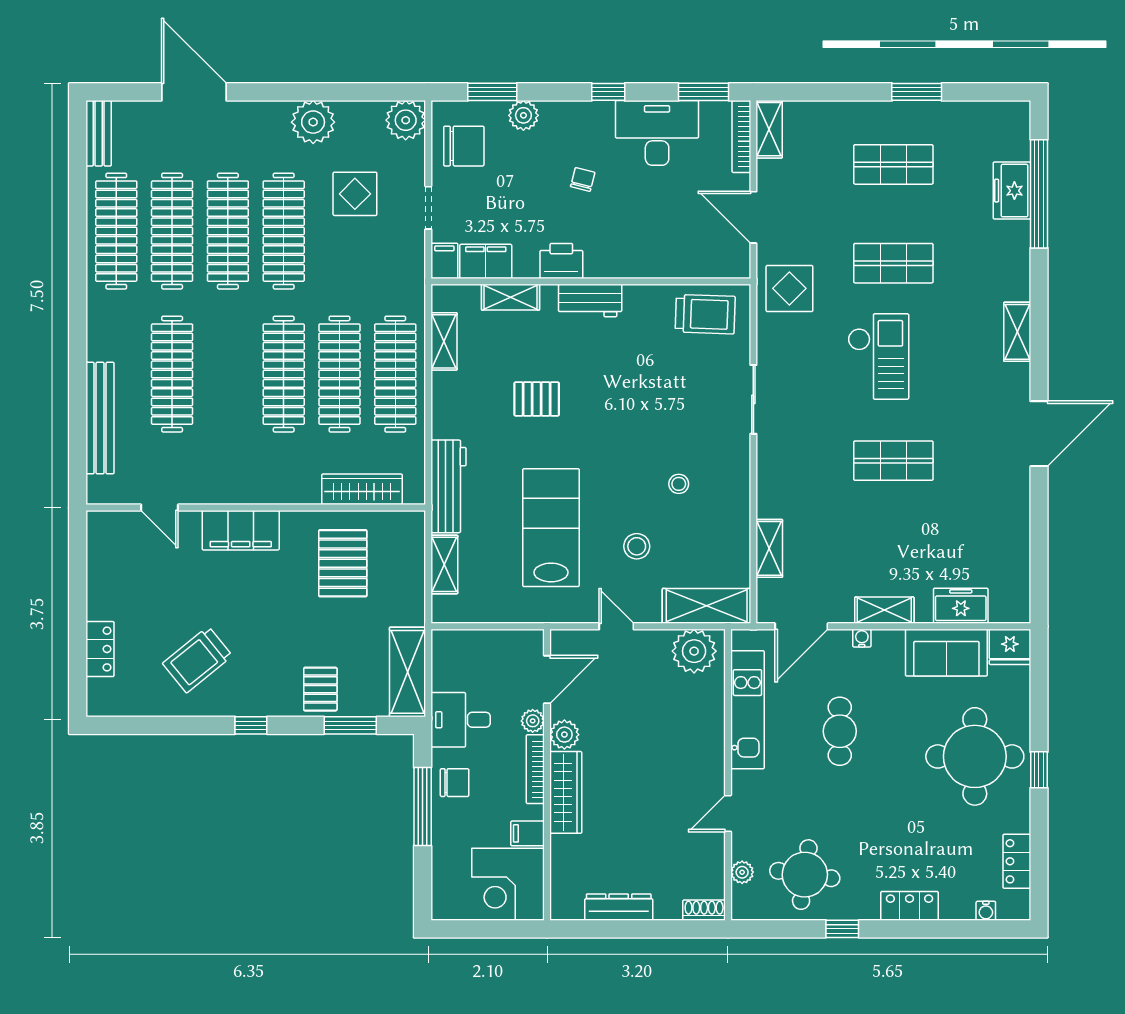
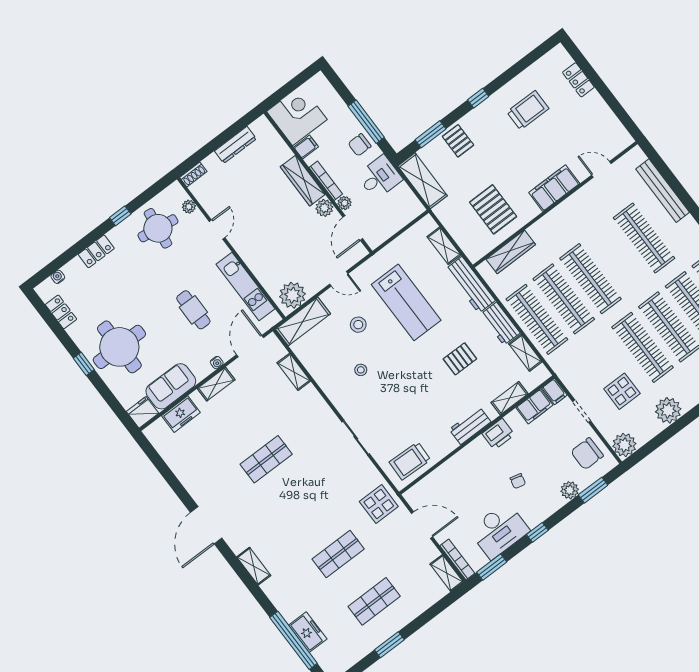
checkout: (878, 356) -> (311, 504), removed
workbench: (448, 405) -> (500, 324), added
trolley: (197, 660) -> (528, 110), turned 39

